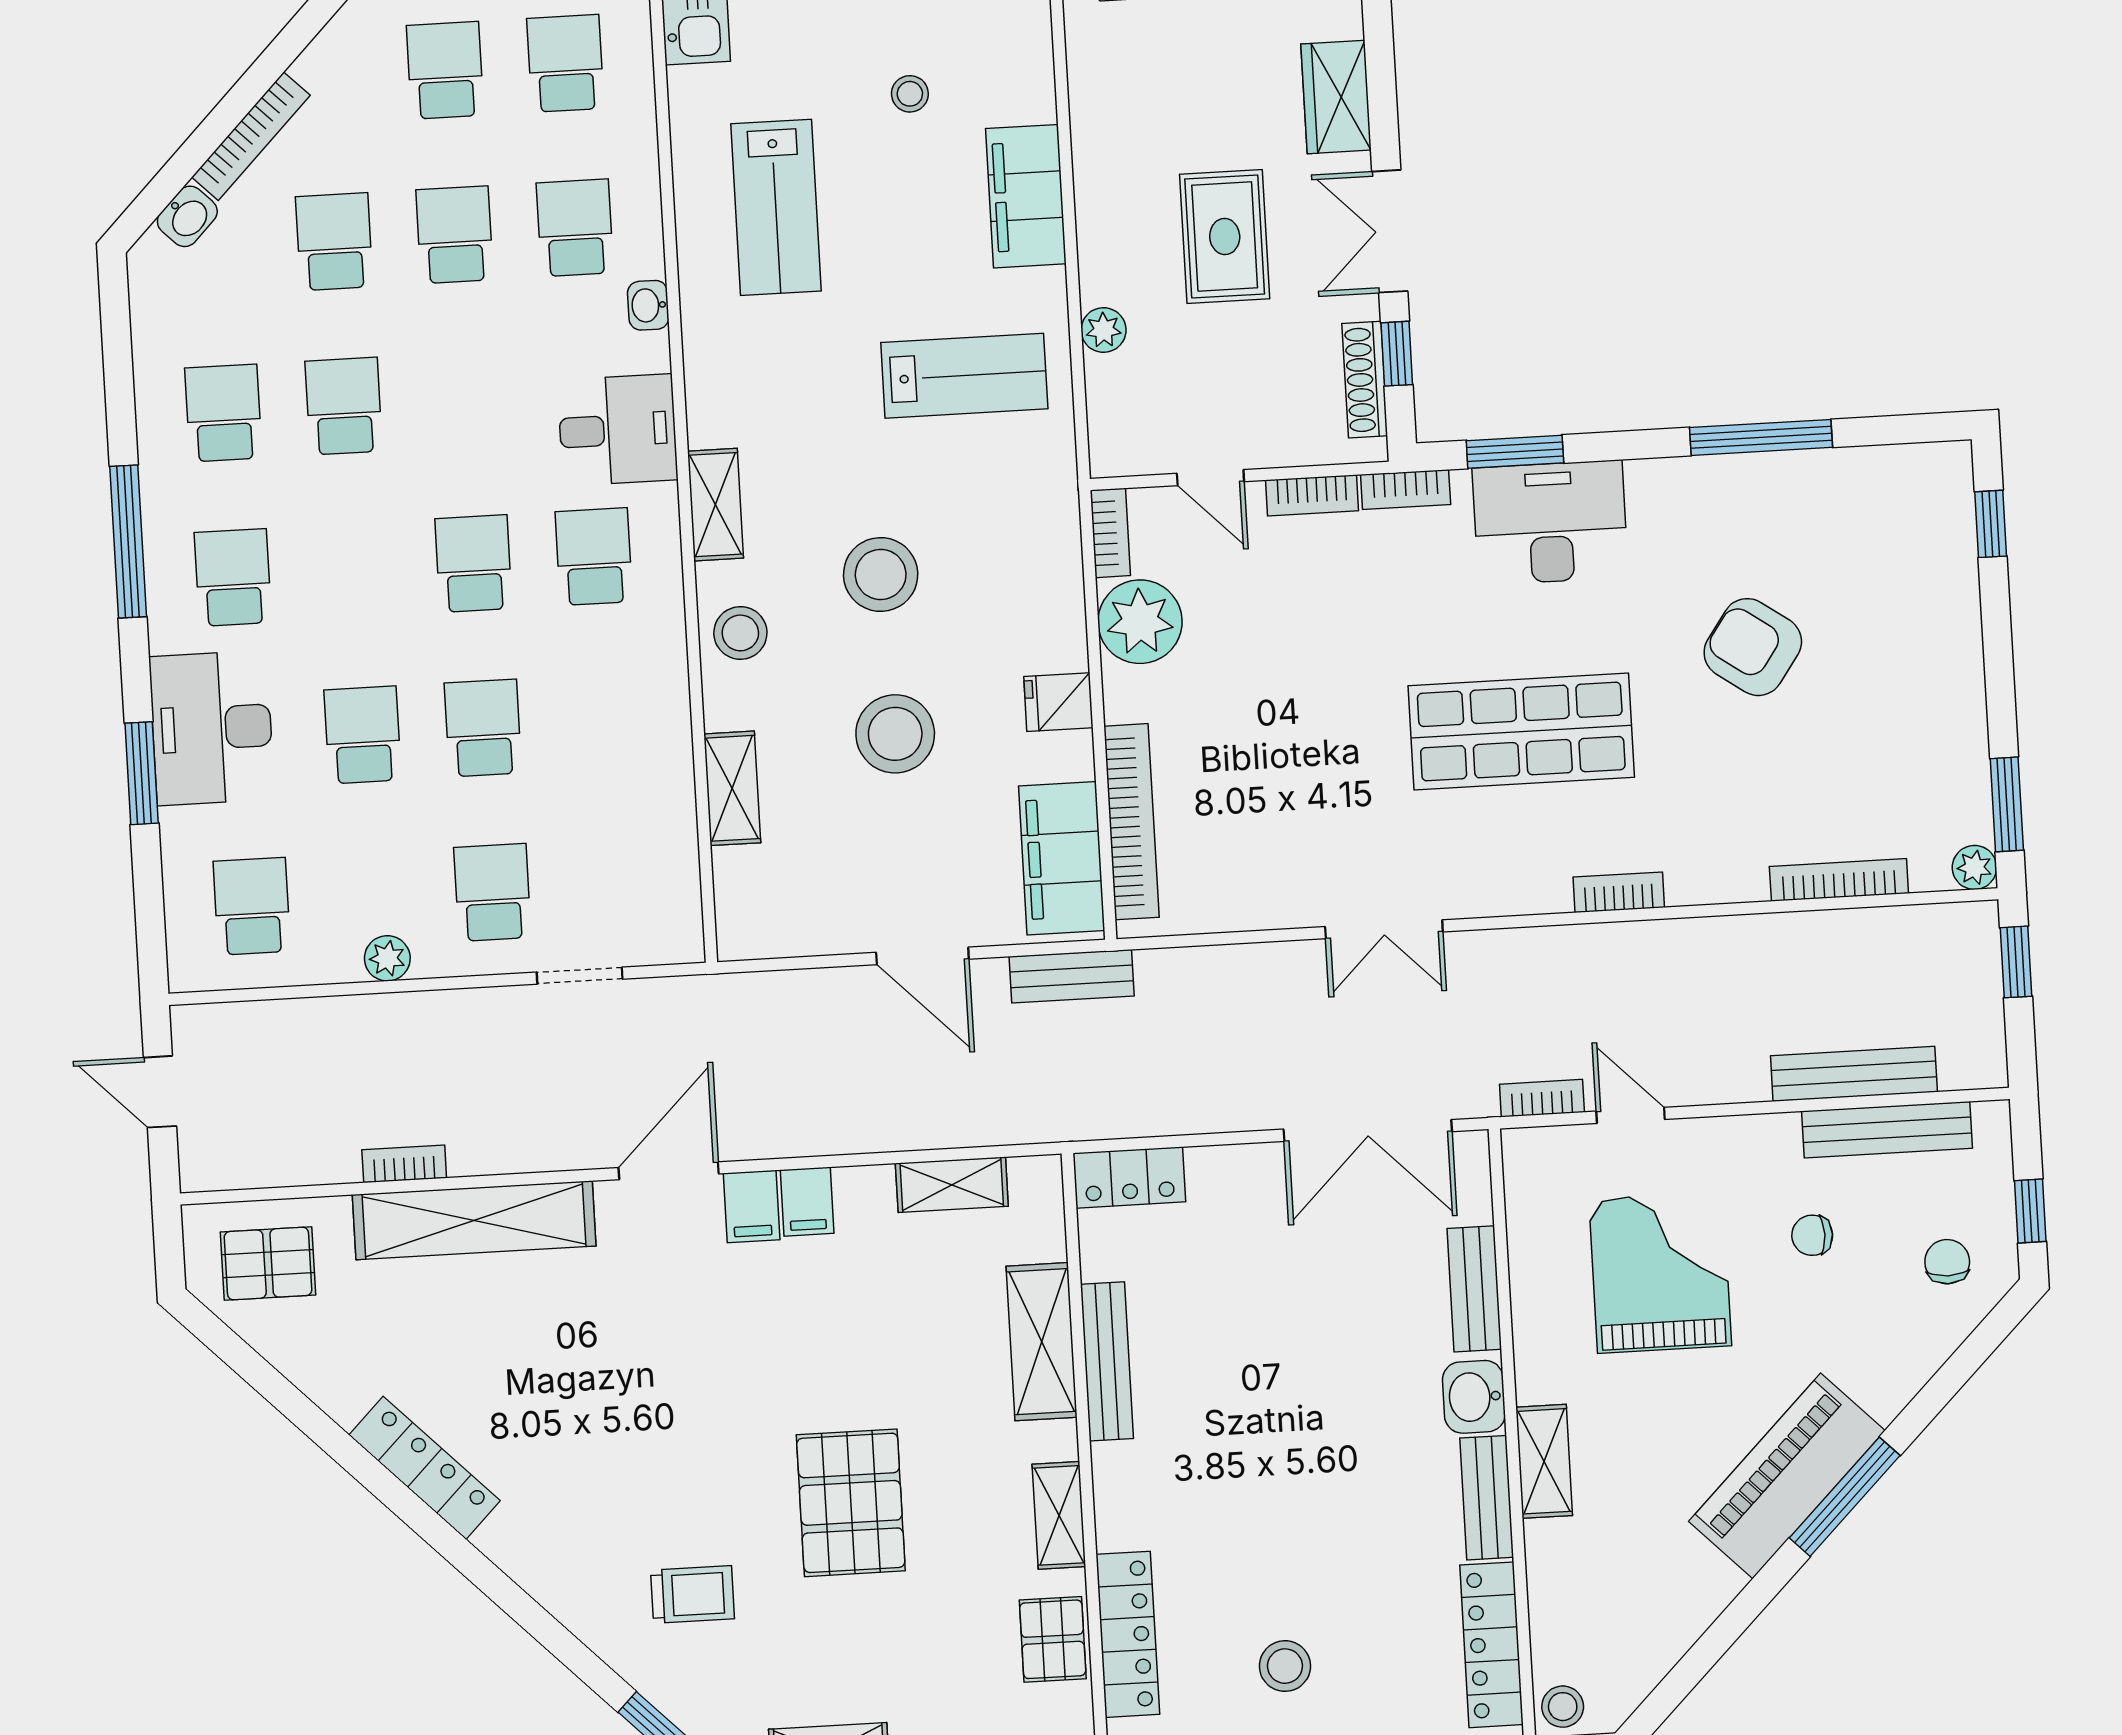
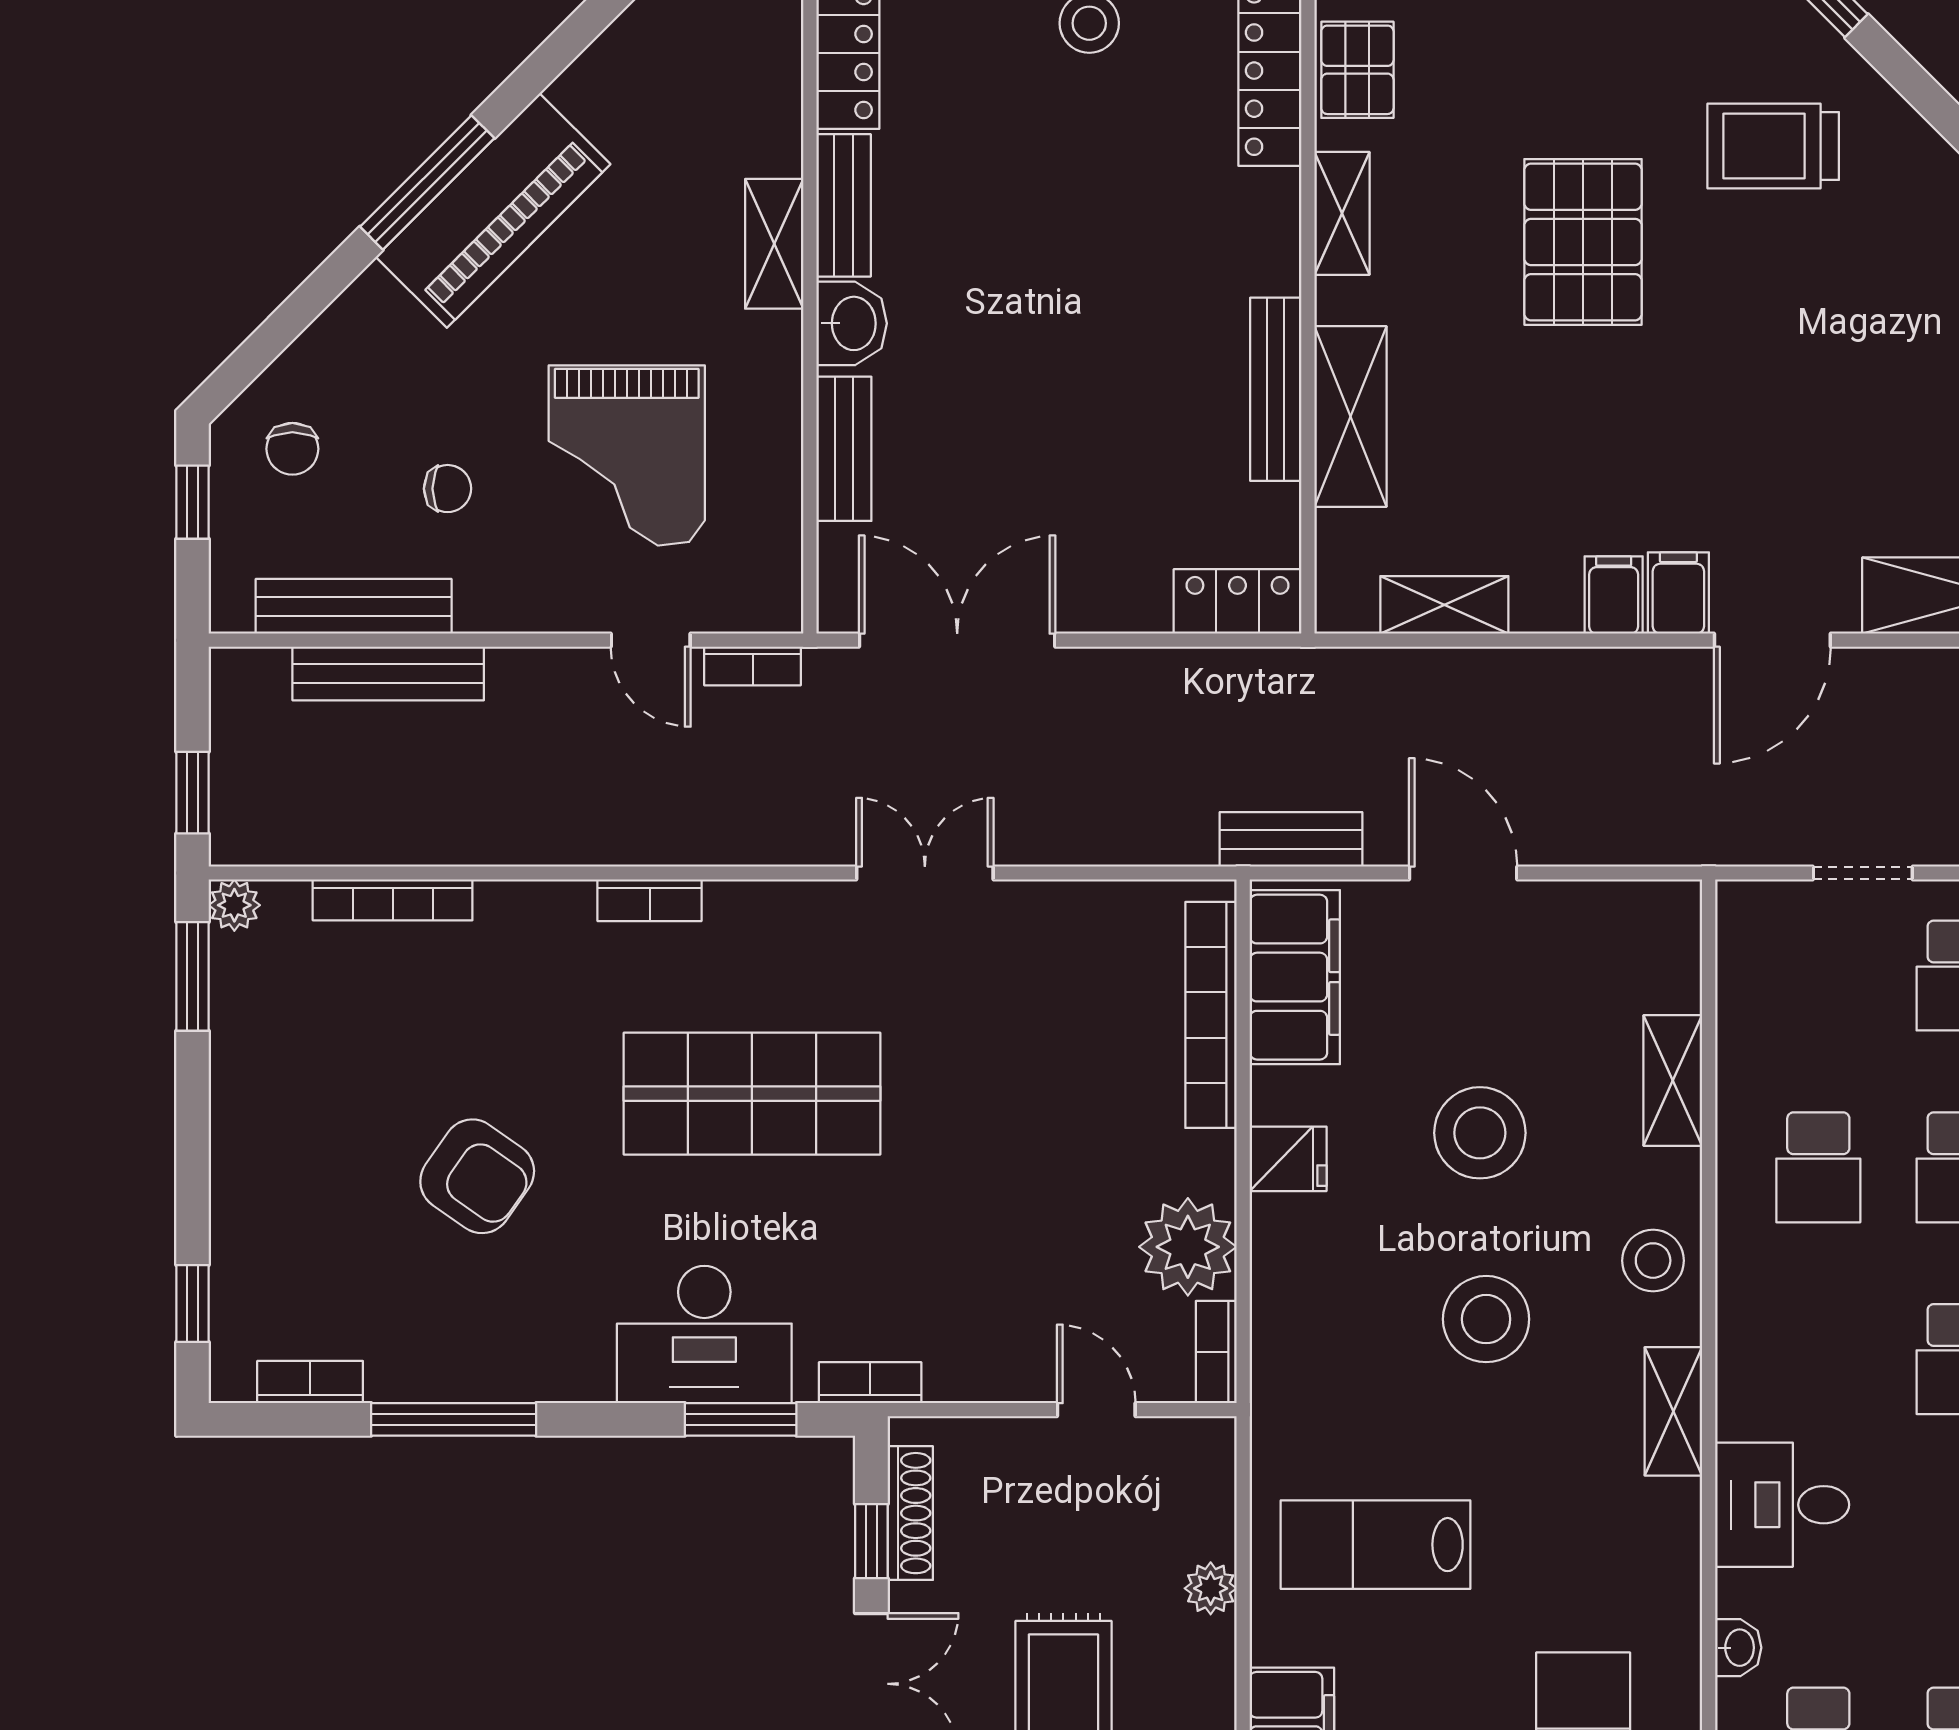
bookcase: (1312, 495) -> (310, 1382), moved
school desk: (594, 557) -> (1818, 1167), moved
trolley: (692, 1595) -> (1773, 146), width x1.36, depth x1.39

